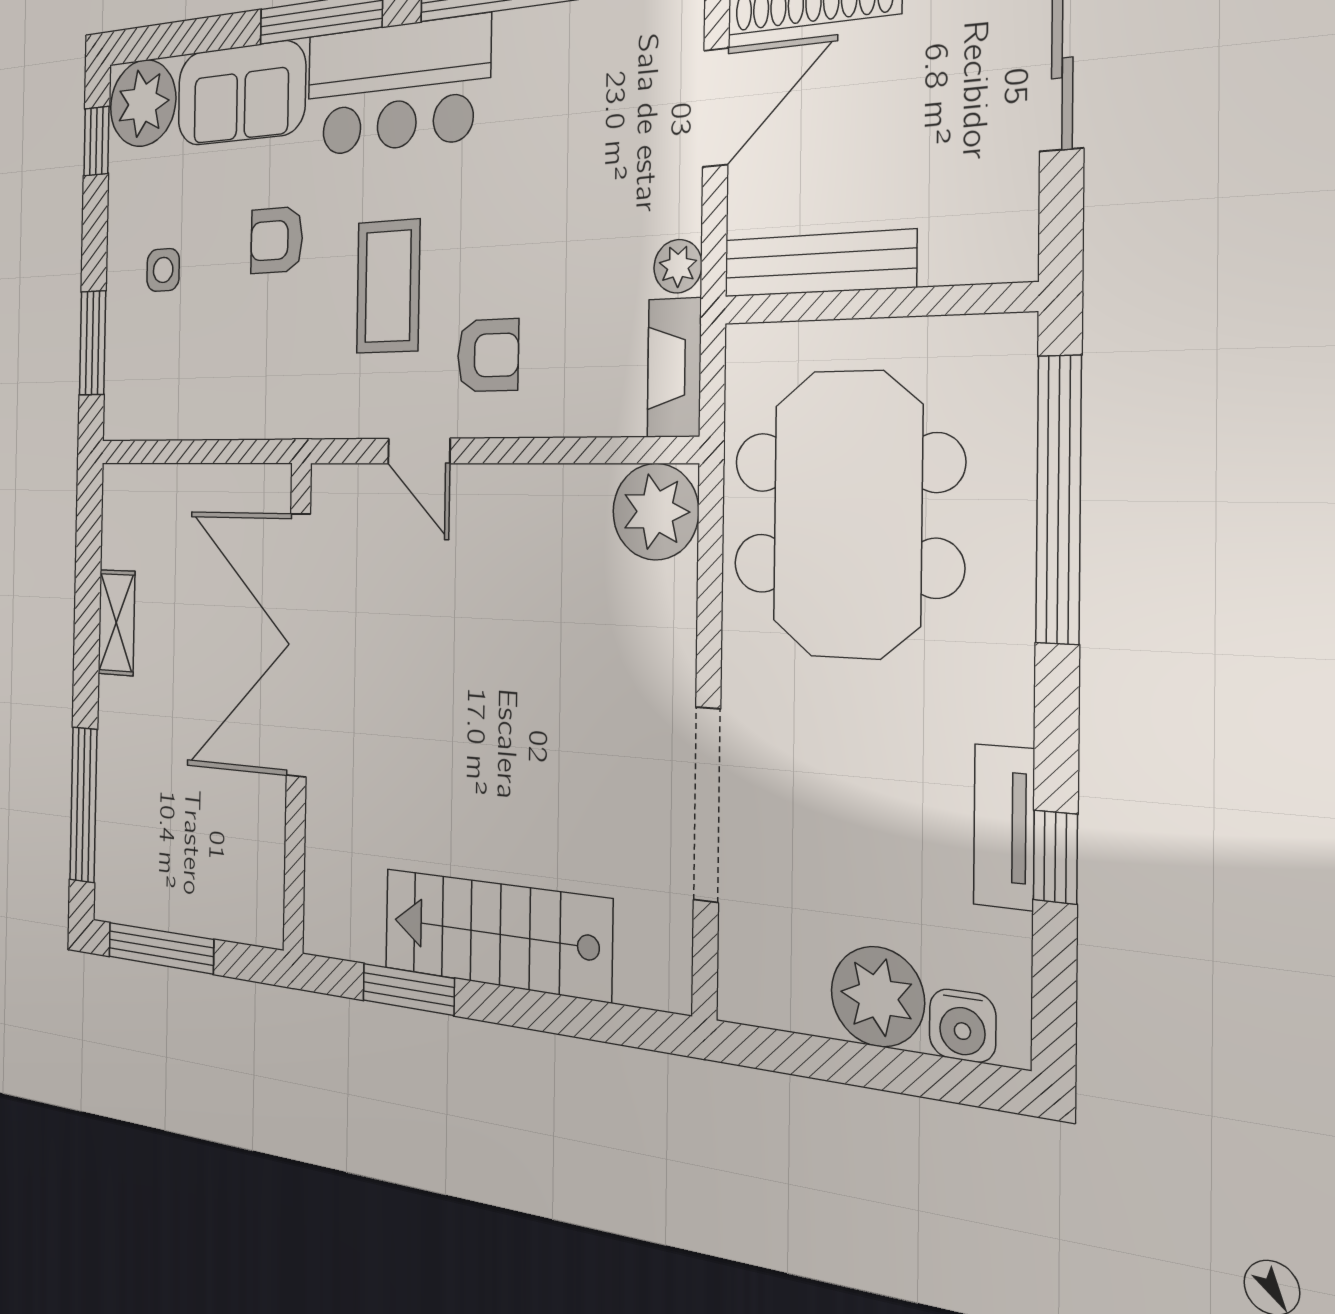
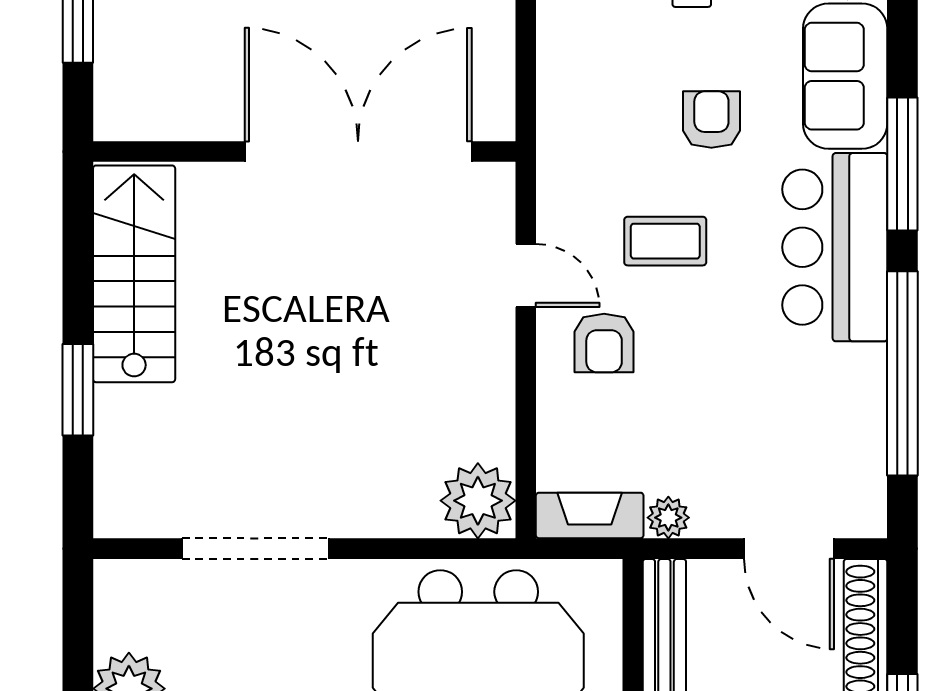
coffee table: (388, 286) -> (665, 241), width x0.73, depth x0.77
door: (419, 451) -> (526, 276), swing flipped
stairs: (496, 934) -> (134, 274), moved
window: (408, 989) -> (78, 390), moved

